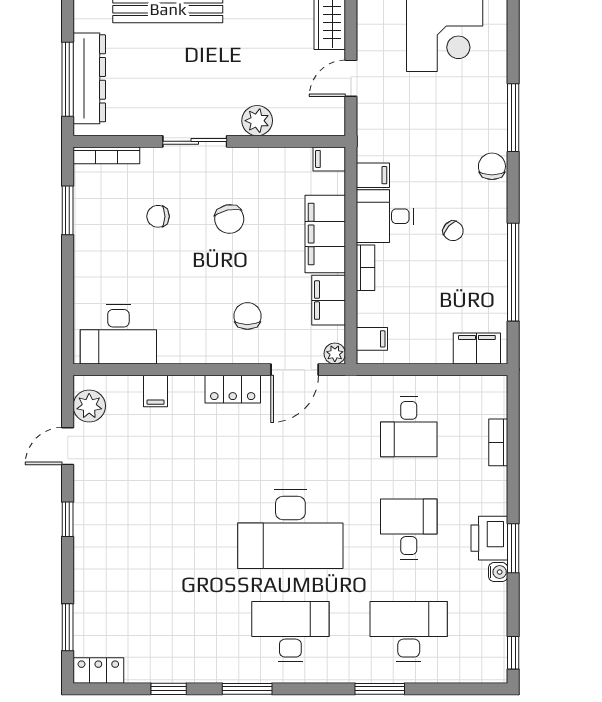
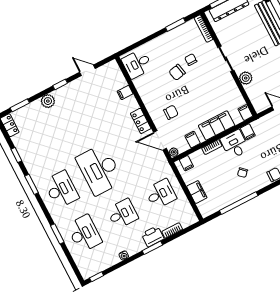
chair: (229, 219) -> (177, 72), moved
filing cabinet: (329, 300) -> (193, 140), width x0.50
desk: (118, 334) -> (137, 64), width x0.73
filing cabinet: (477, 348) -> (197, 192), moved
plant: (89, 406) -> (48, 101), moved
desk: (409, 427) -> (161, 194), turned 180
printer: (489, 538) -> (153, 236), moved
window: (513, 548) -> (152, 248), moved

